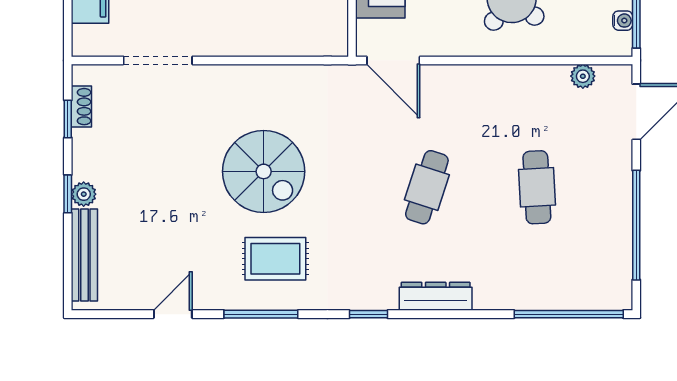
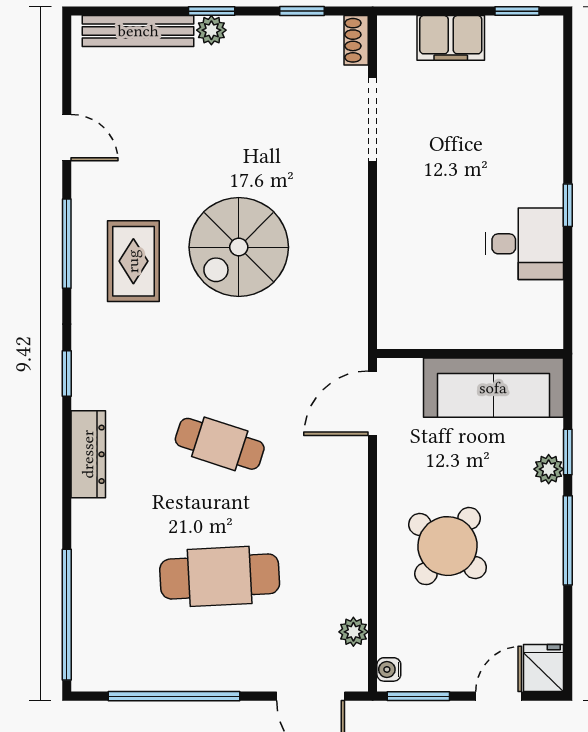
water cooler: (623, 21) -> (389, 669), moved, turned 90
shoe rack: (81, 107) -> (356, 40), moved, turned 90
cafe table: (537, 187) -> (220, 576), width x1.37, depth x1.35

